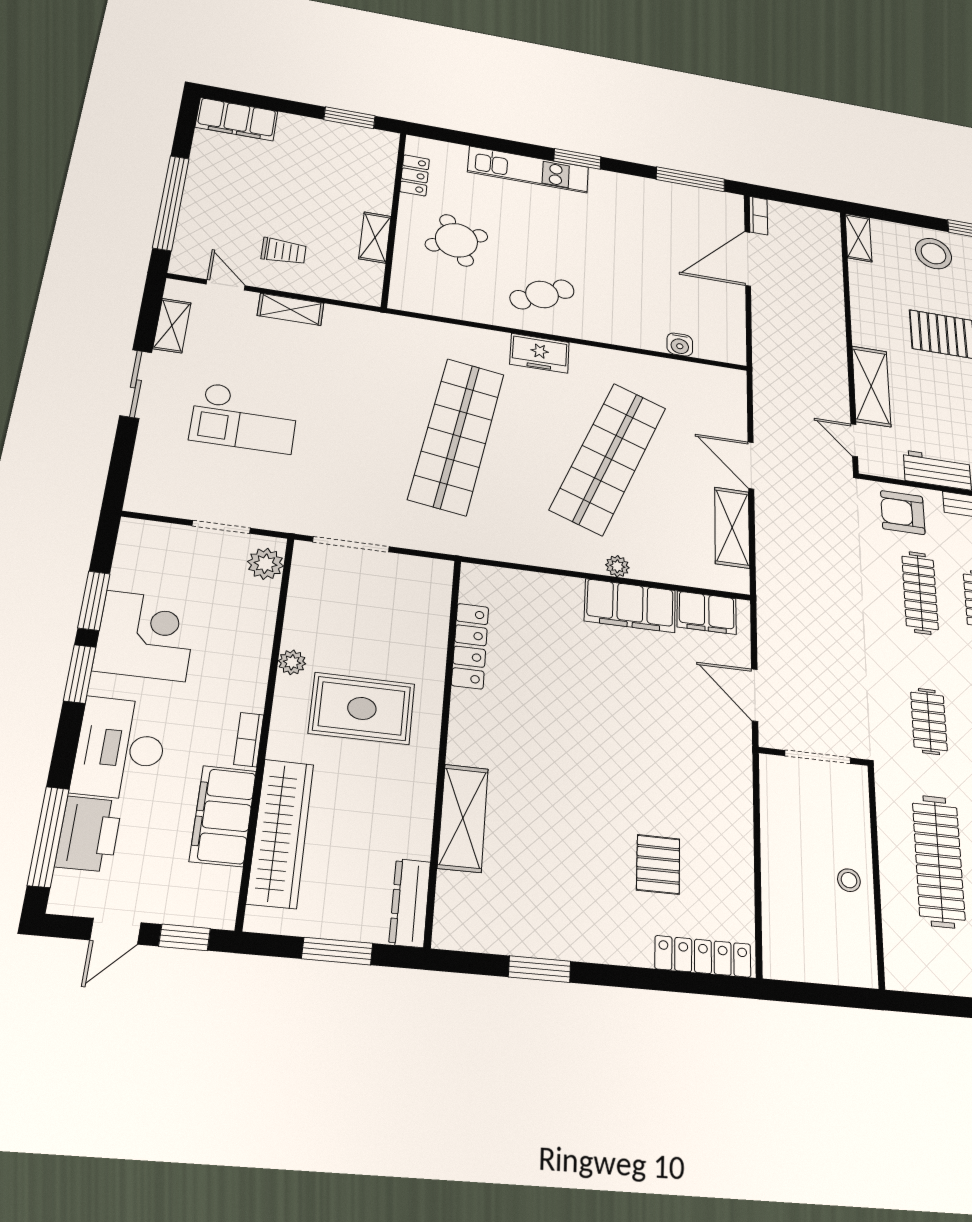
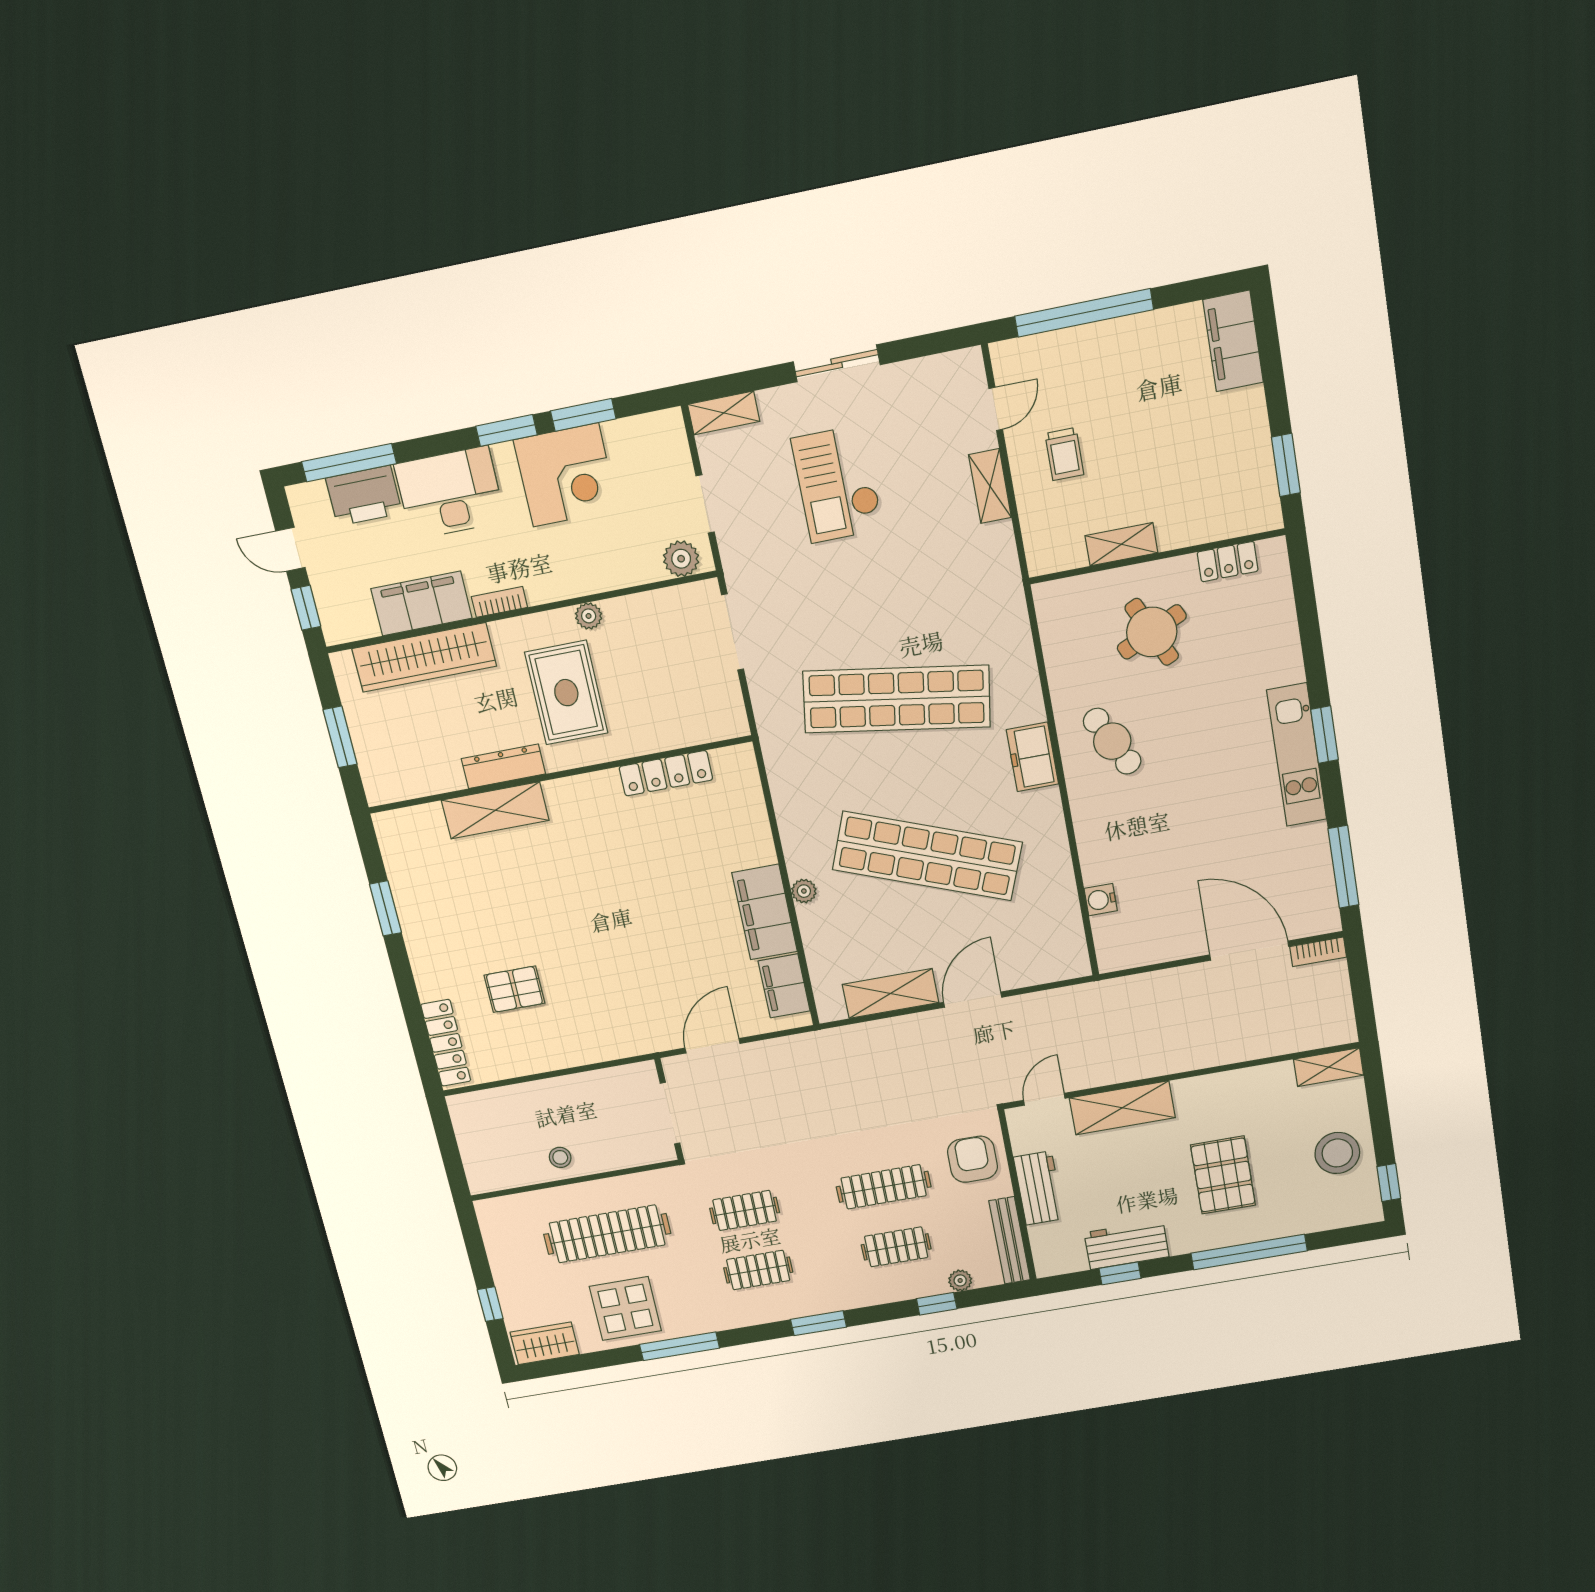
kitchen unit: (528, 170) -> (1297, 755), moved
shelving: (172, 326) -> (724, 413), moved
dresser: (410, 903) -> (503, 766), moved

